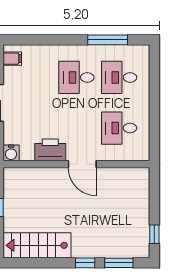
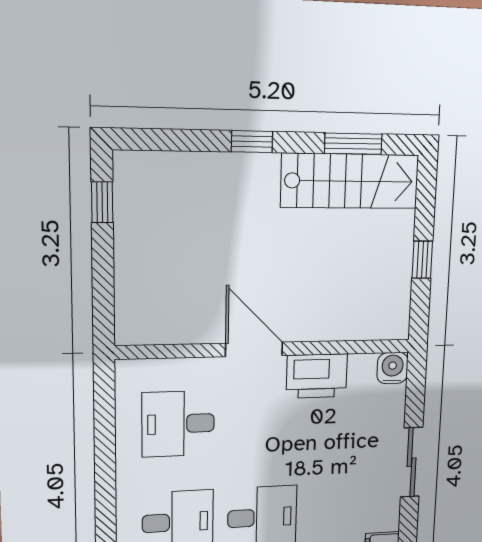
desk: (119, 128) -> (178, 424), turned 180
window: (119, 263) -> (353, 144), moved

